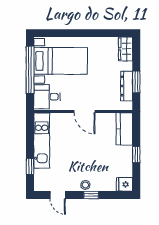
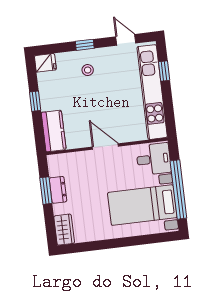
dresser: (127, 86) -> (58, 190), width x0.70
kitchen unit: (42, 141) -> (152, 92), width x1.36
stool: (85, 185) -> (88, 70), moved

